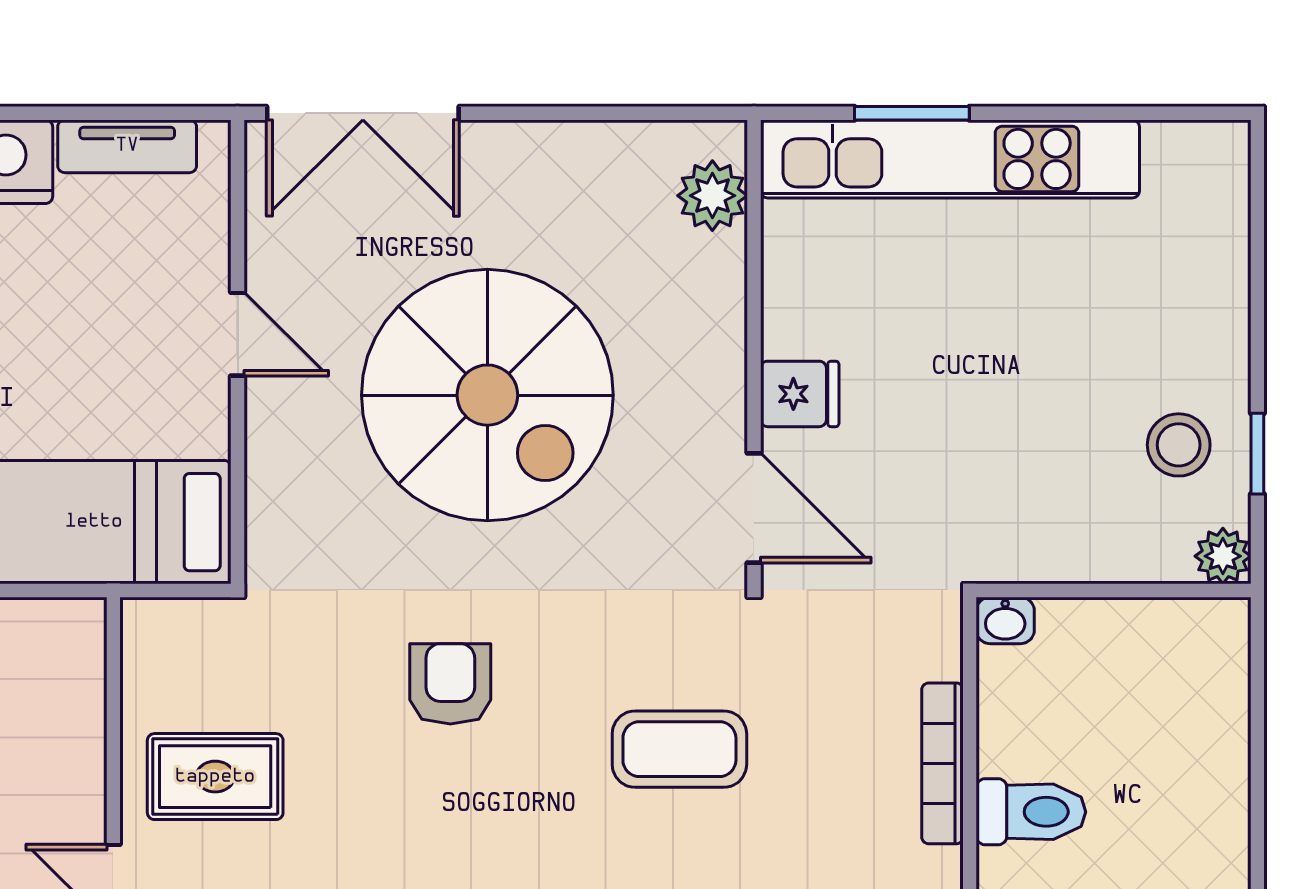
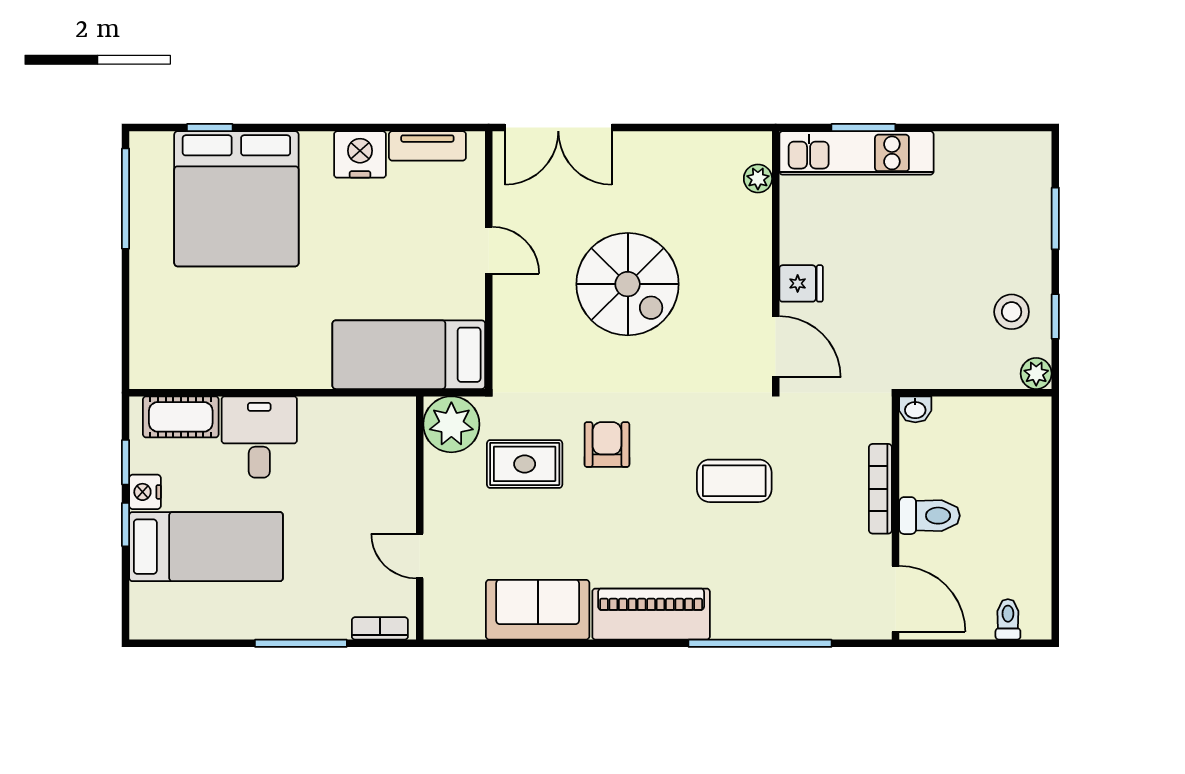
kitchen unit: (950, 159) -> (856, 153), width x0.73
plant: (712, 196) -> (758, 179), width x0.73, depth x0.73
window: (1257, 277) -> (1055, 219), added
spiral stairs: (487, 395) -> (628, 284), width x0.73, depth x0.73
plant: (170, 647) -> (451, 424), added
rug: (215, 777) -> (525, 464), moved

